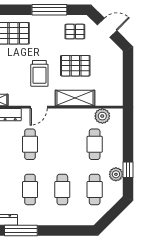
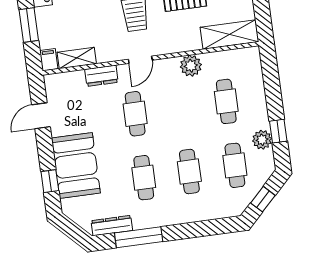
shelving: (75, 98) -> (229, 35), moved
plant: (102, 116) -> (191, 66), moved
window: (111, 216) -> (263, 199), added

